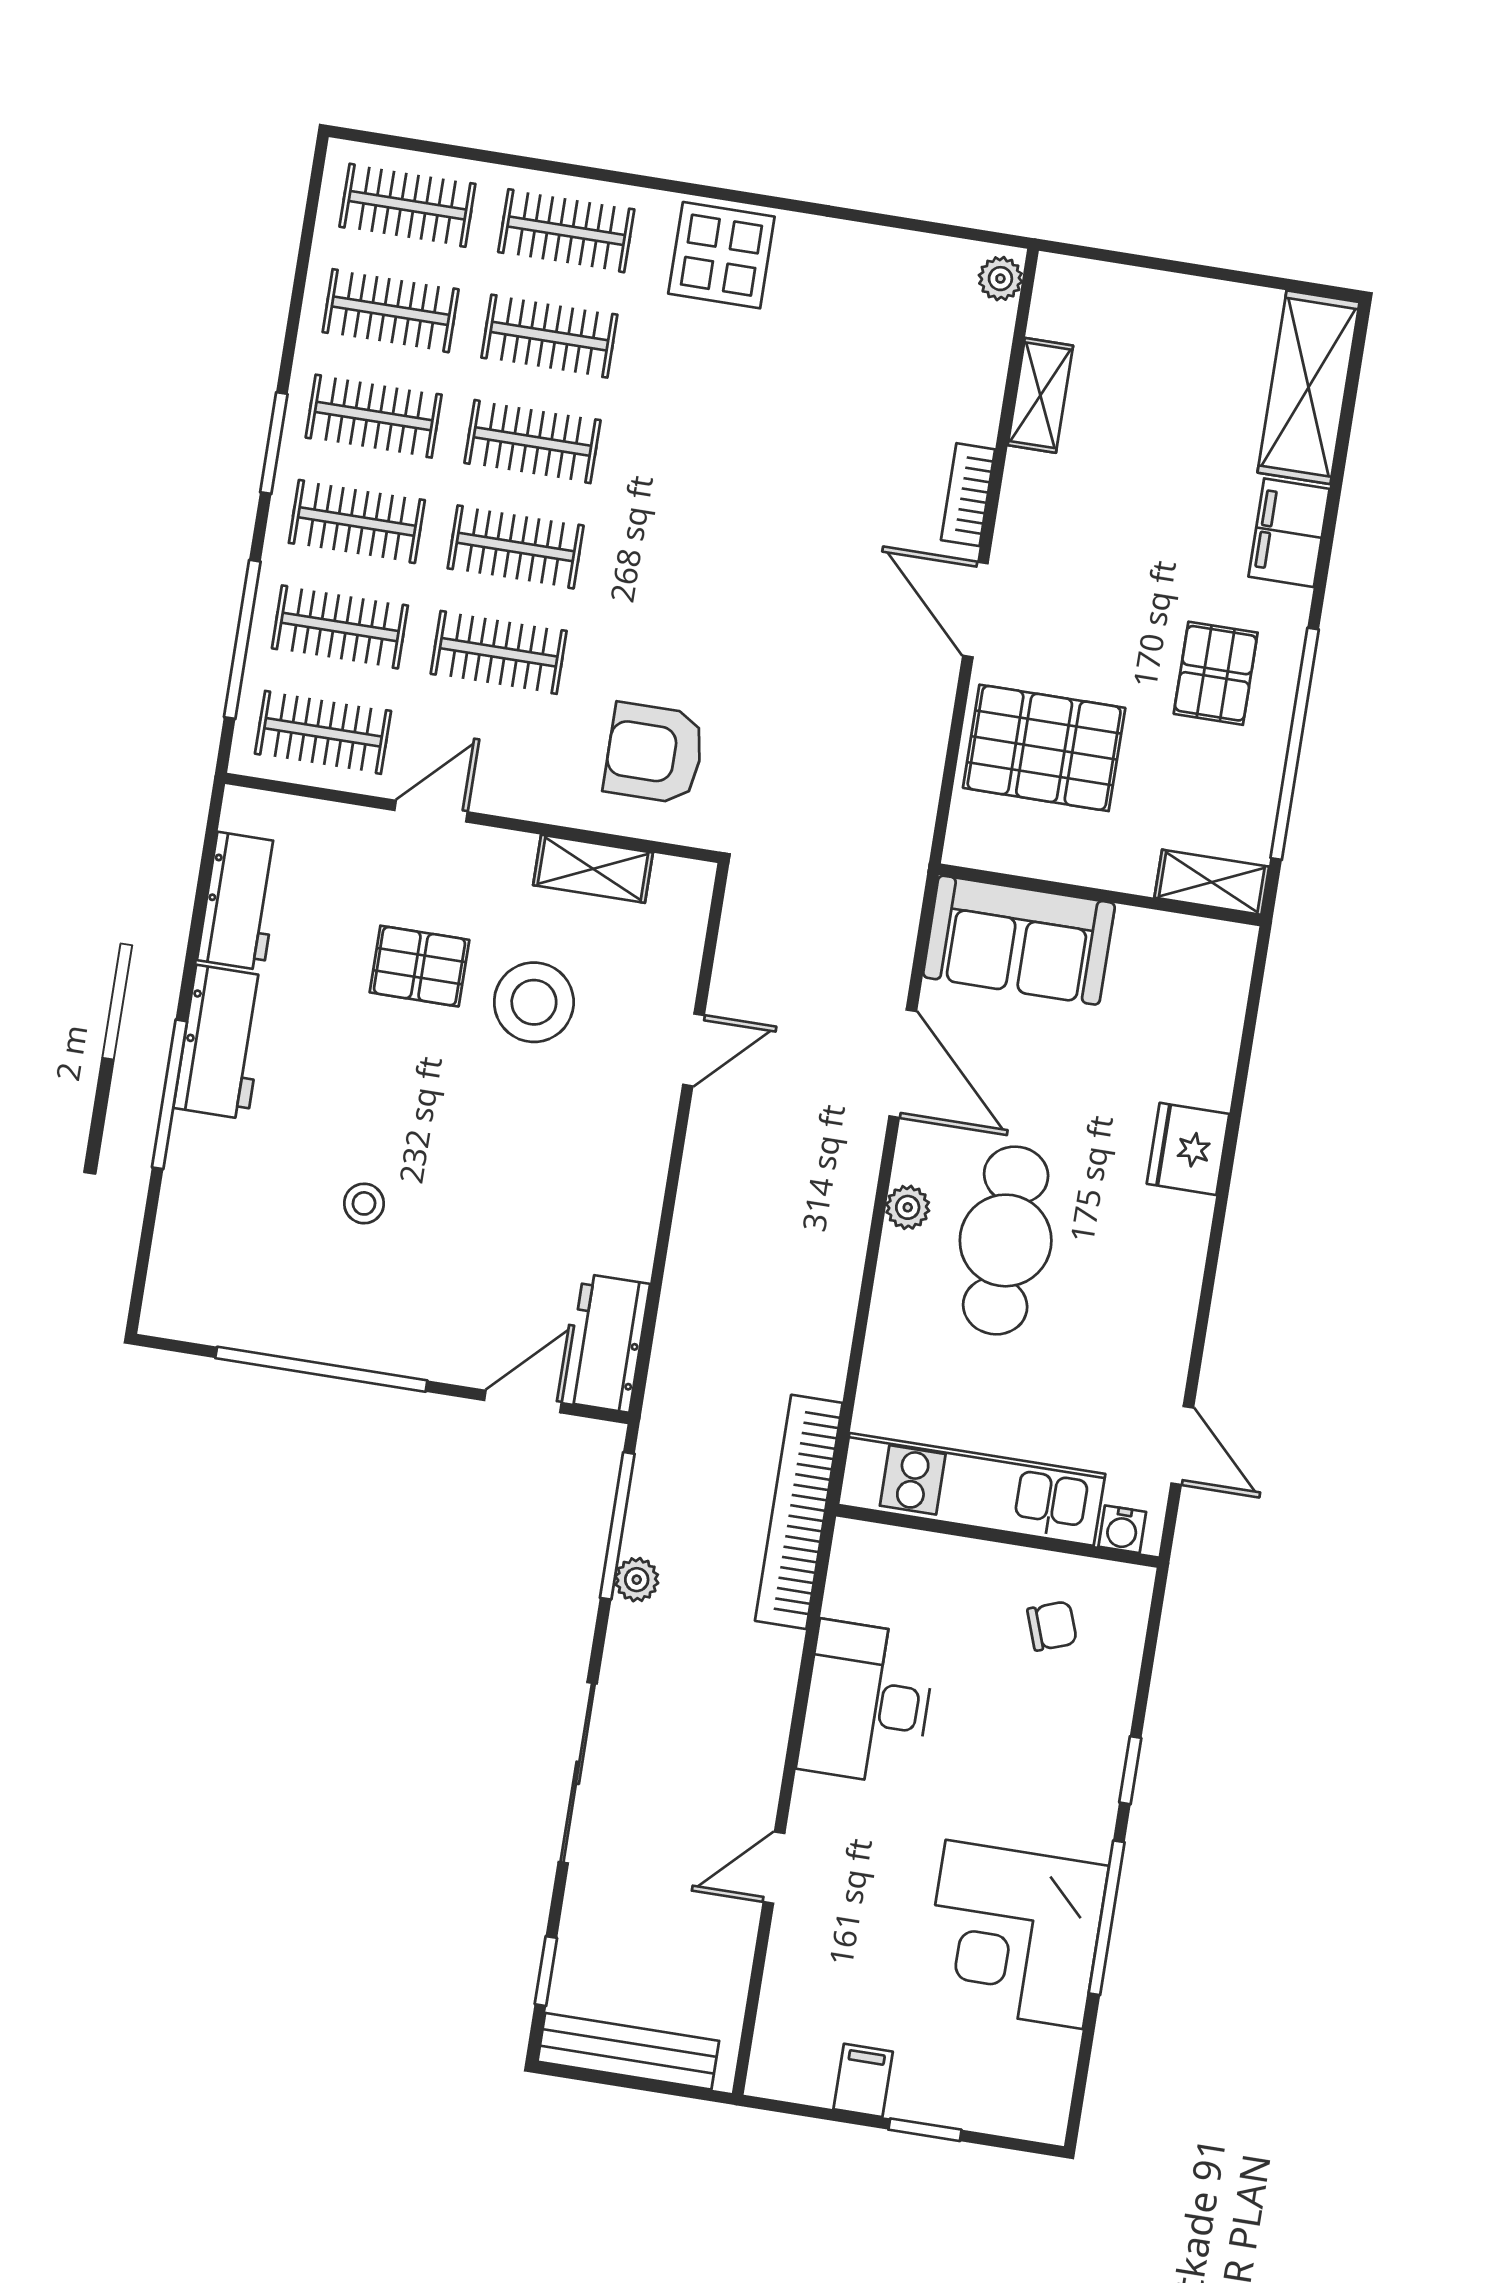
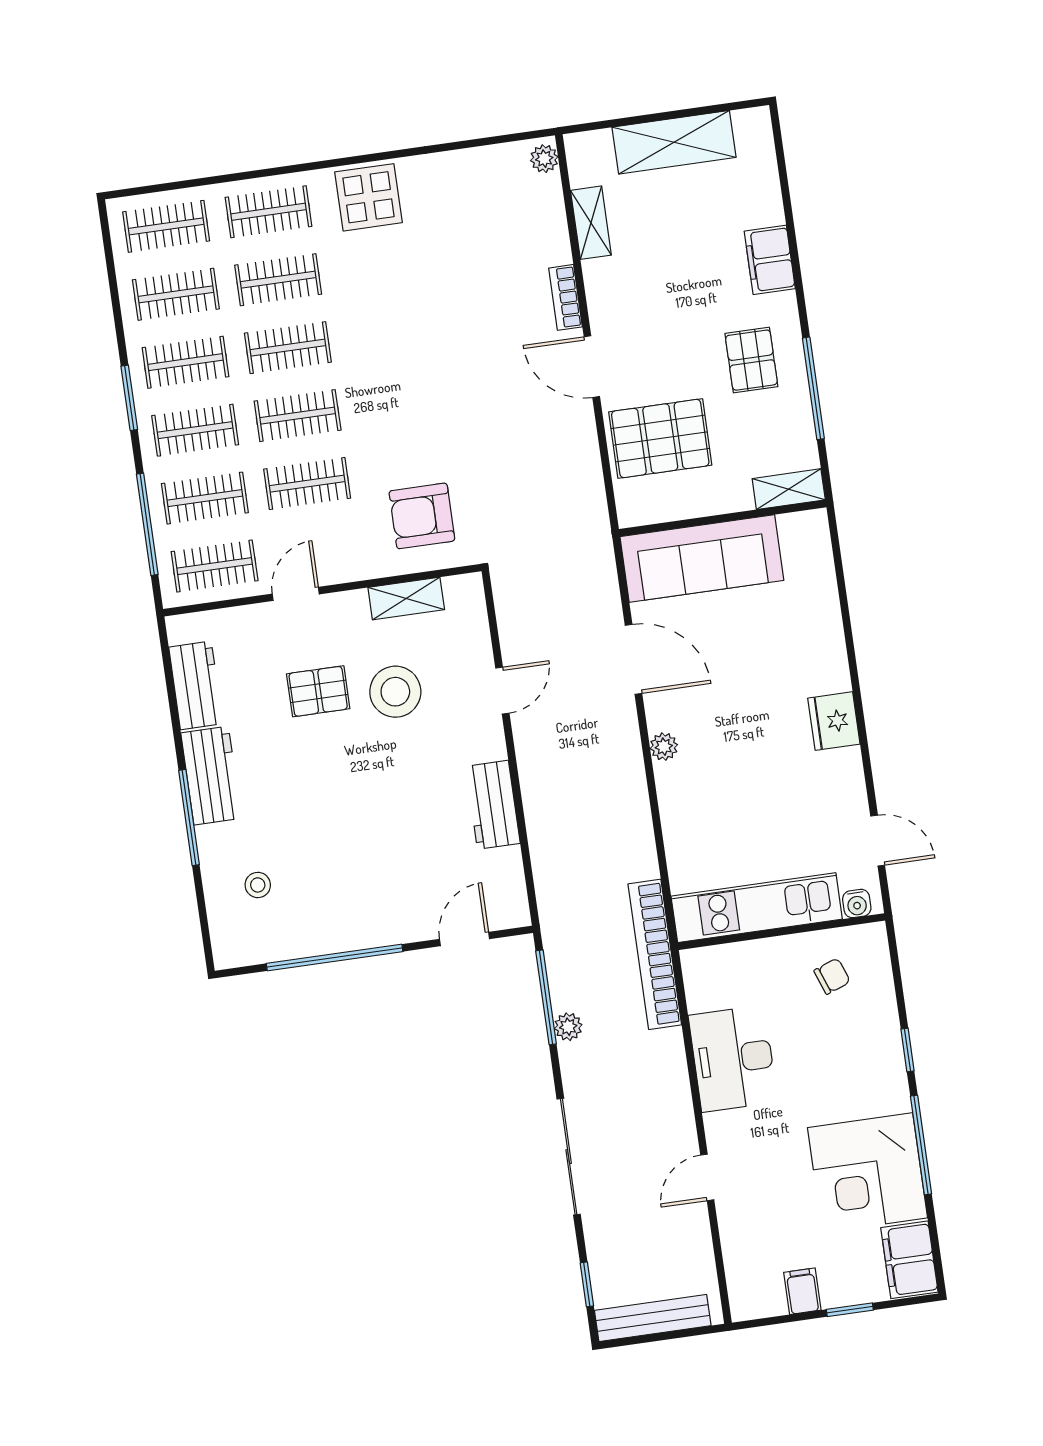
shelving: (1308, 387) -> (674, 142), moved, turned 90
window: (1295, 744) -> (813, 388), width x0.68
sofa: (1019, 940) -> (702, 558), width x1.36
fridge: (1188, 1149) -> (834, 721), moved
stool: (364, 1203) -> (258, 885), moved
cafe table: (1006, 1240) -> (730, 748), removed
workbench: (607, 1343) -> (493, 805), moved
filing cabinet: (1037, 2083) -> (909, 1260), added

